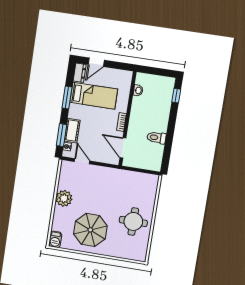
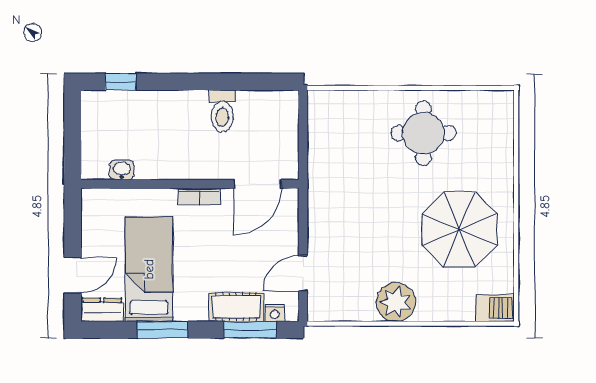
door: (96, 62) -> (73, 275), hinge flipped

